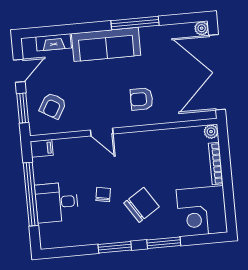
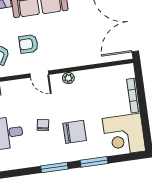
armchair: (142, 99) -> (28, 44), moved
plant: (211, 132) -> (68, 78), moved
chair: (142, 205) -> (75, 132), turned 33

